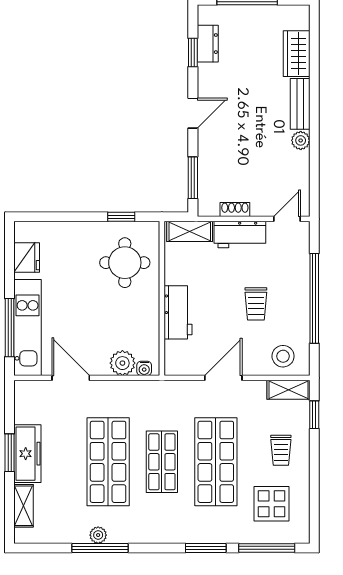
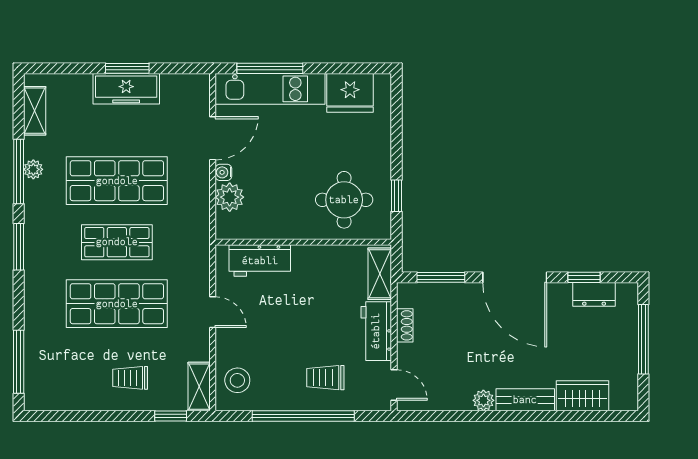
door: (193, 113) -> (515, 277), width x1.87
fridge: (27, 257) -> (350, 93), width x1.36, depth x1.34
trolley: (256, 304) -> (325, 378), moved
workbench: (178, 312) -> (260, 261), moved
water cooler: (144, 368) -> (223, 172), moved
door: (223, 378) -> (213, 312), width x0.73
display table: (272, 504) -> (69, 367), removed
shelving: (24, 506) -> (35, 111), moved, turned 90
window: (206, 548) -> (19, 247), moved

